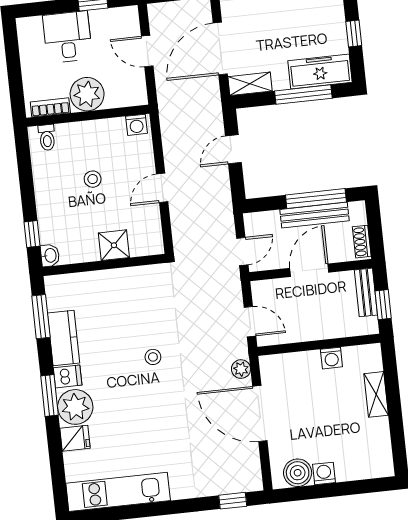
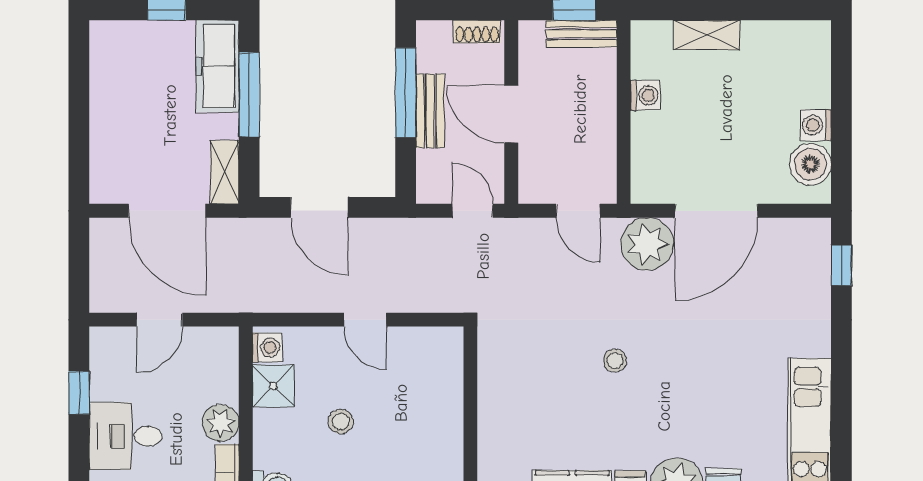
plant: (87, 94) -> (220, 423), width x0.73, depth x0.73
door: (233, 149) -> (319, 207), width x1.38
bench: (315, 215) -> (430, 111), width x0.73
shower: (114, 245) -> (274, 386), moved
bench: (366, 292) -> (581, 34), moved
door: (250, 322) -> (578, 211), swing flipped
plant: (241, 369) -> (647, 244), width x1.88, depth x1.88

